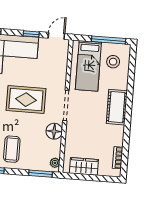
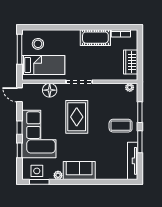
window: (31, 34) -> (19, 128), moved
cot: (117, 107) -> (95, 38), moved
floor lamp: (54, 131) -> (50, 90), moved
window: (41, 174) -> (140, 112), moved

